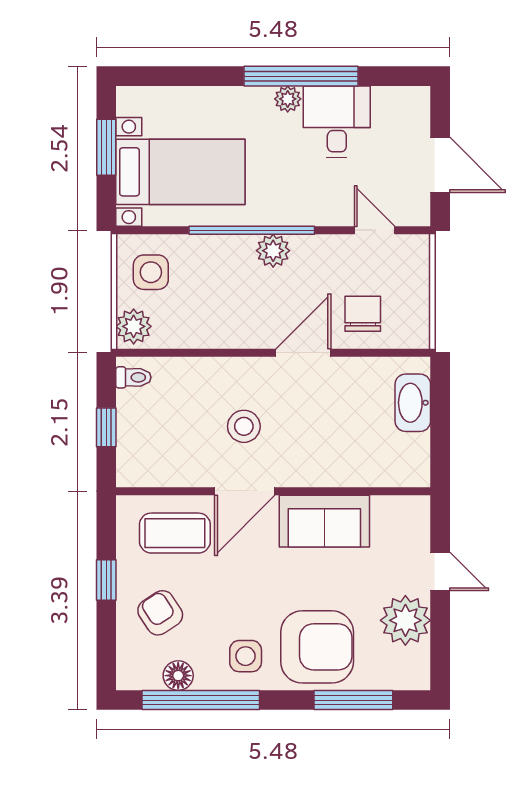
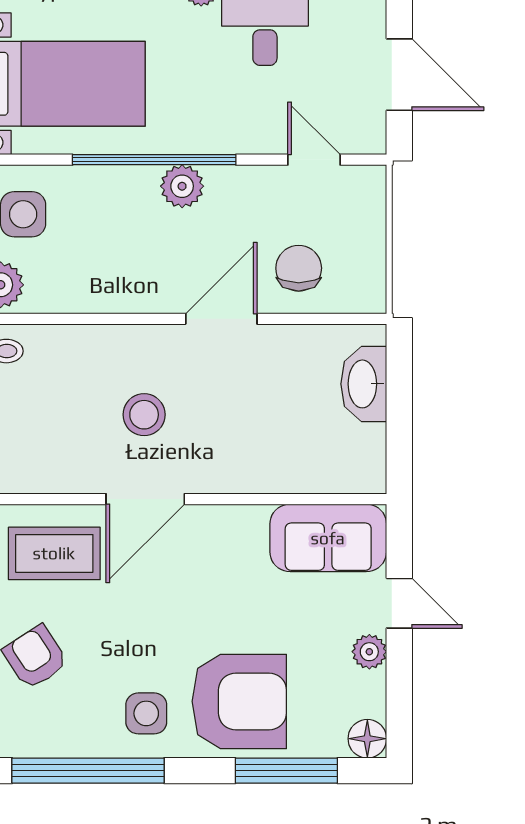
sofa: (324, 521) -> (328, 538), moved
plant: (405, 620) -> (369, 652), width x0.53, depth x0.53
floor lamp: (178, 676) -> (367, 739), moved

